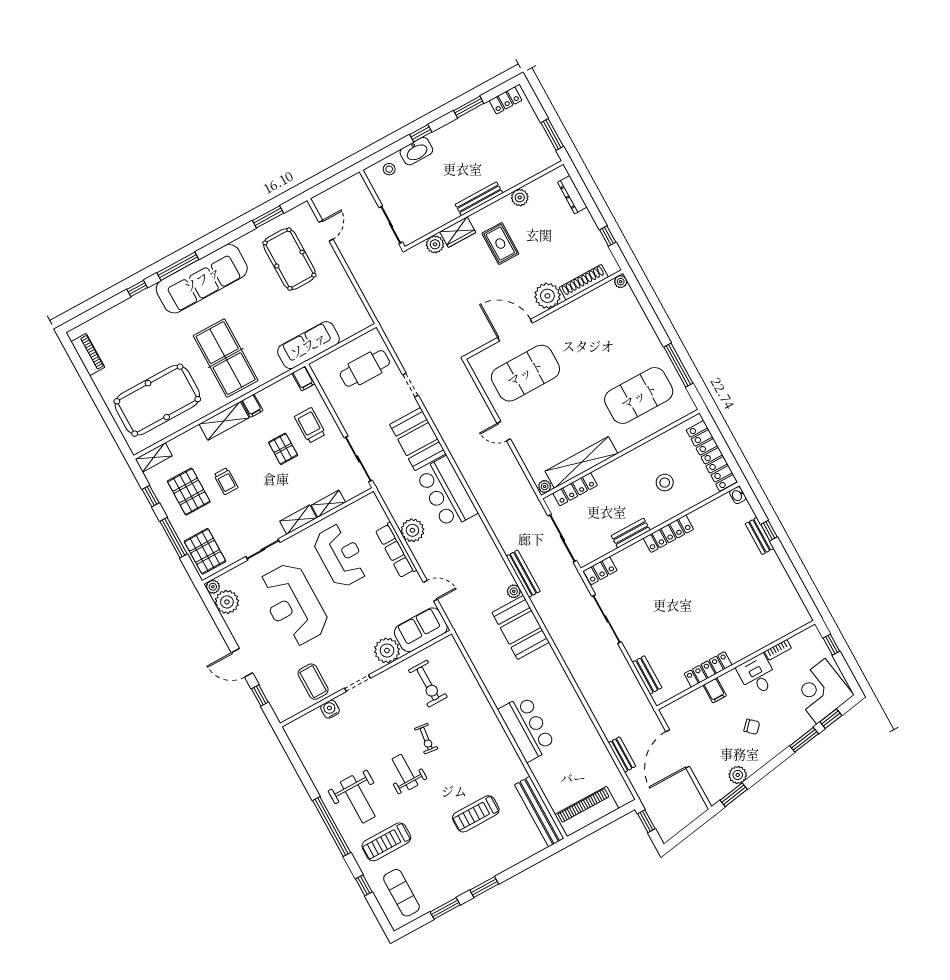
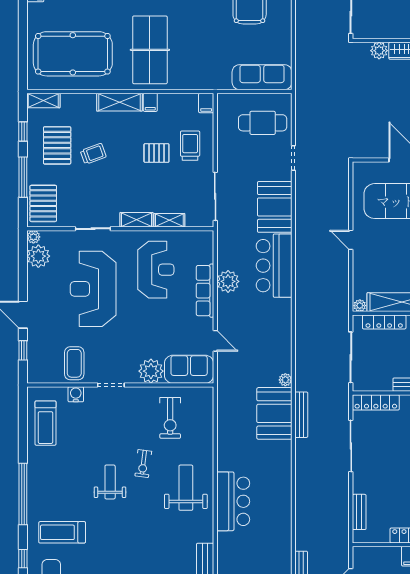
sofa: (308, 345) -> (262, 77), moved
pallet: (283, 449) -> (156, 153), turned 90
trolley: (226, 481) -> (93, 154), turned -110
locker: (600, 571) -> (376, 402), width x1.53
bench: (523, 574) -> (301, 415), moved
weight bench: (358, 799) -> (186, 488), moved, turned 180
treadmill: (476, 814) -> (45, 423), moved, turned -90

